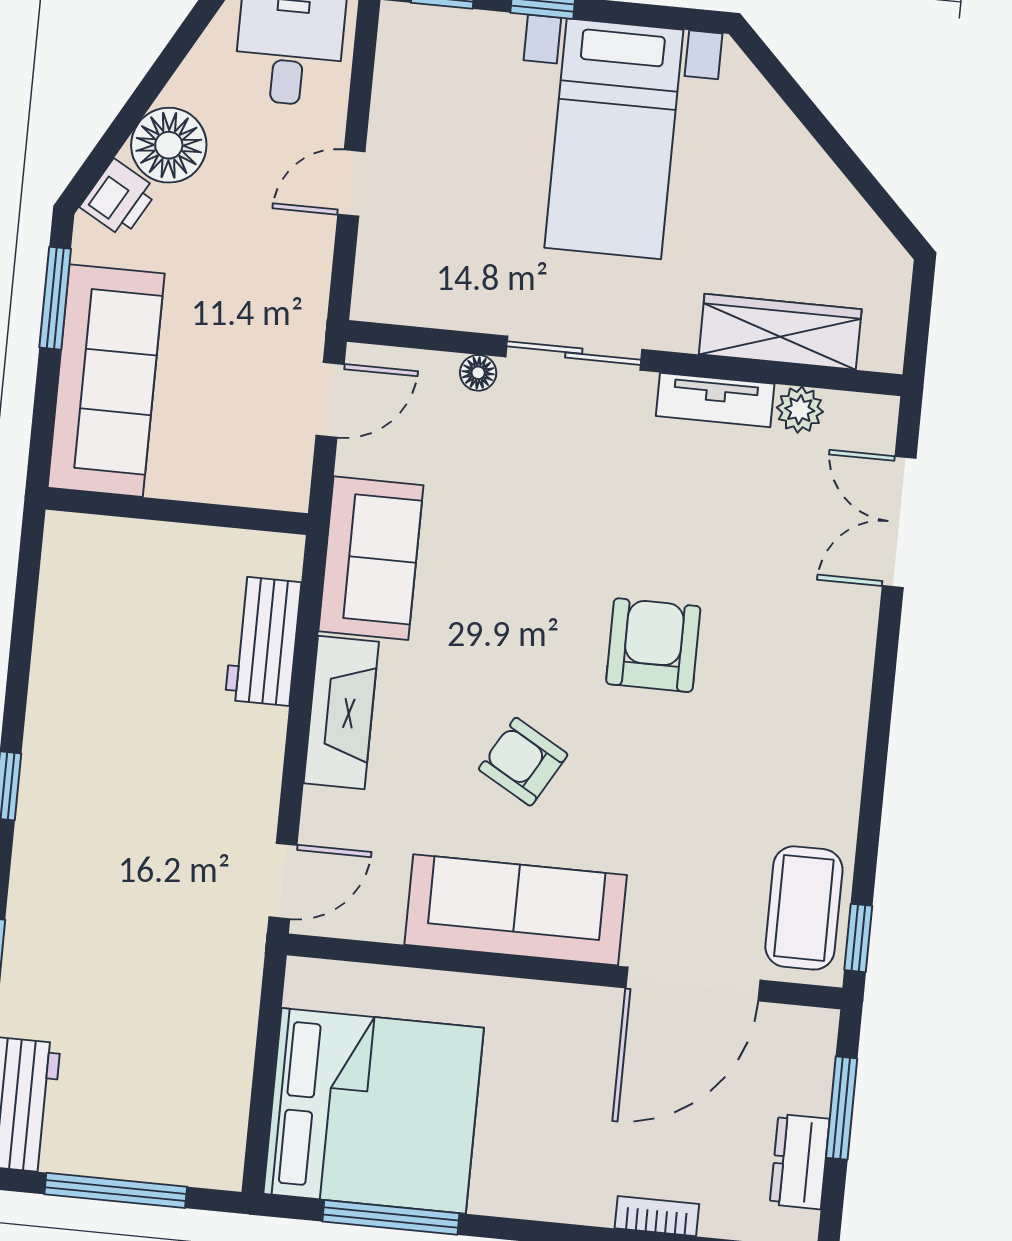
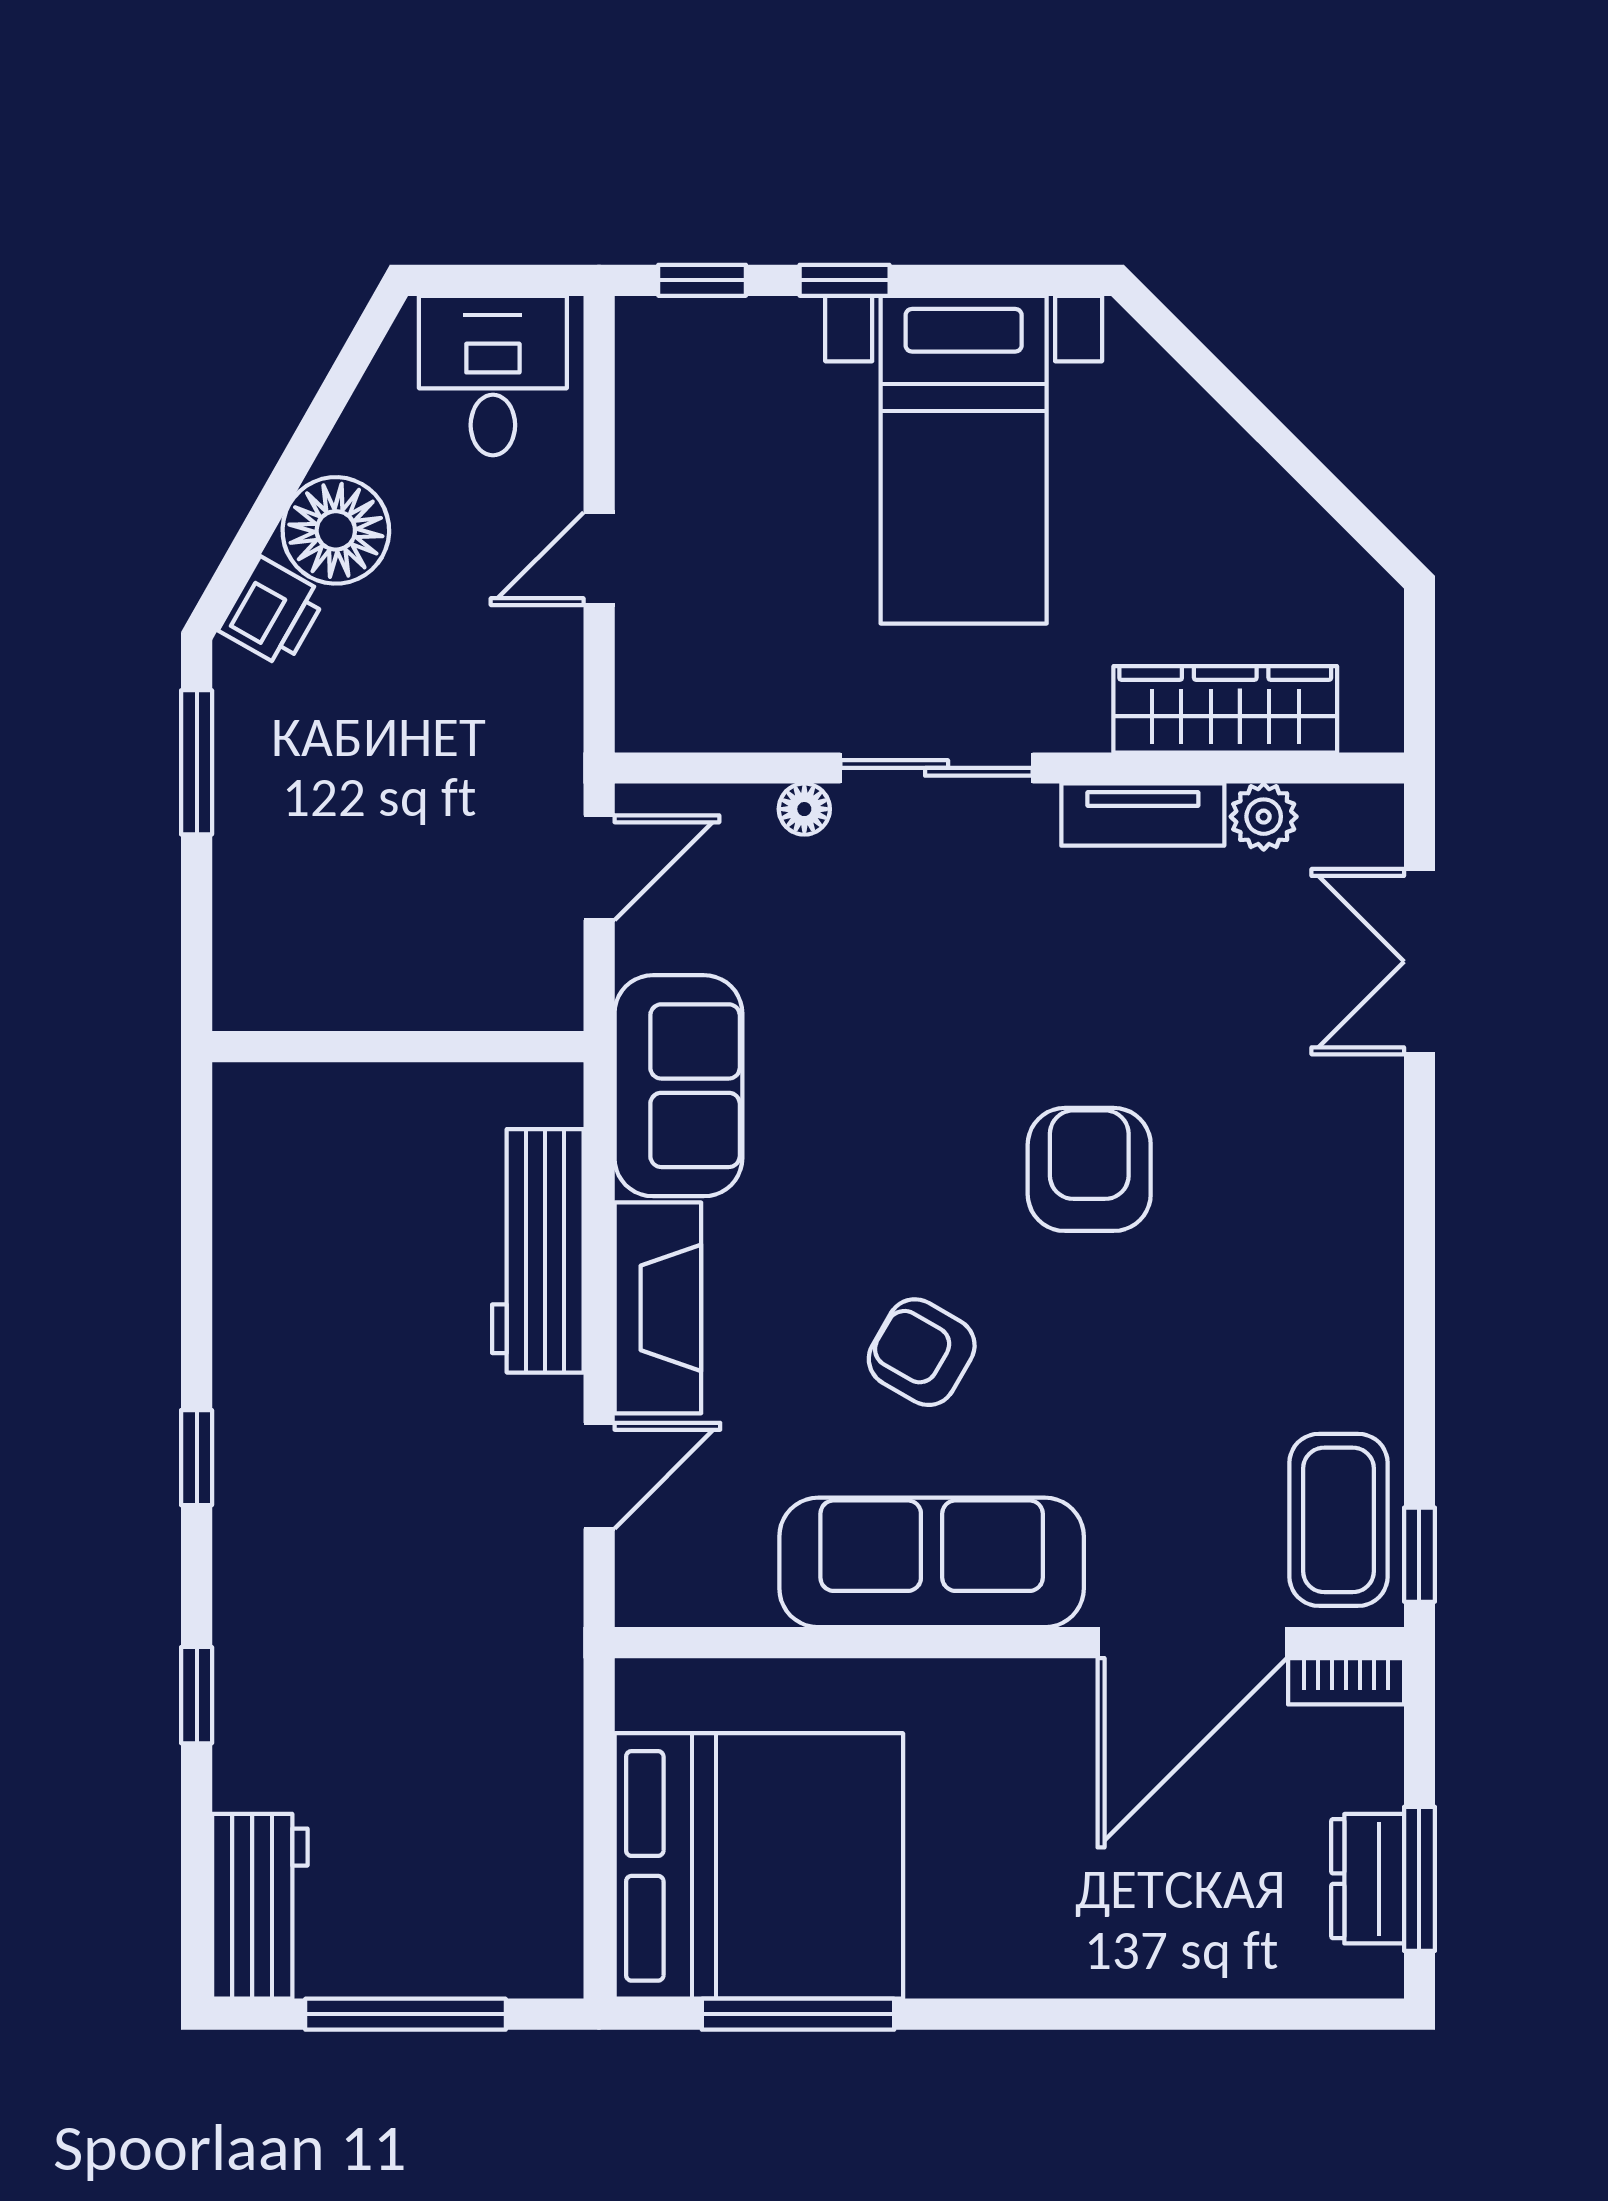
sofa: (106, 381) -> (280, 872), removed
workbench: (263, 641) -> (538, 1251), width x1.38
door: (283, 881) -> (599, 1476), moved
window: (842, 1108) -> (1419, 1879), moved
bookcase: (657, 1216) -> (1346, 1681), moved, turned 180

